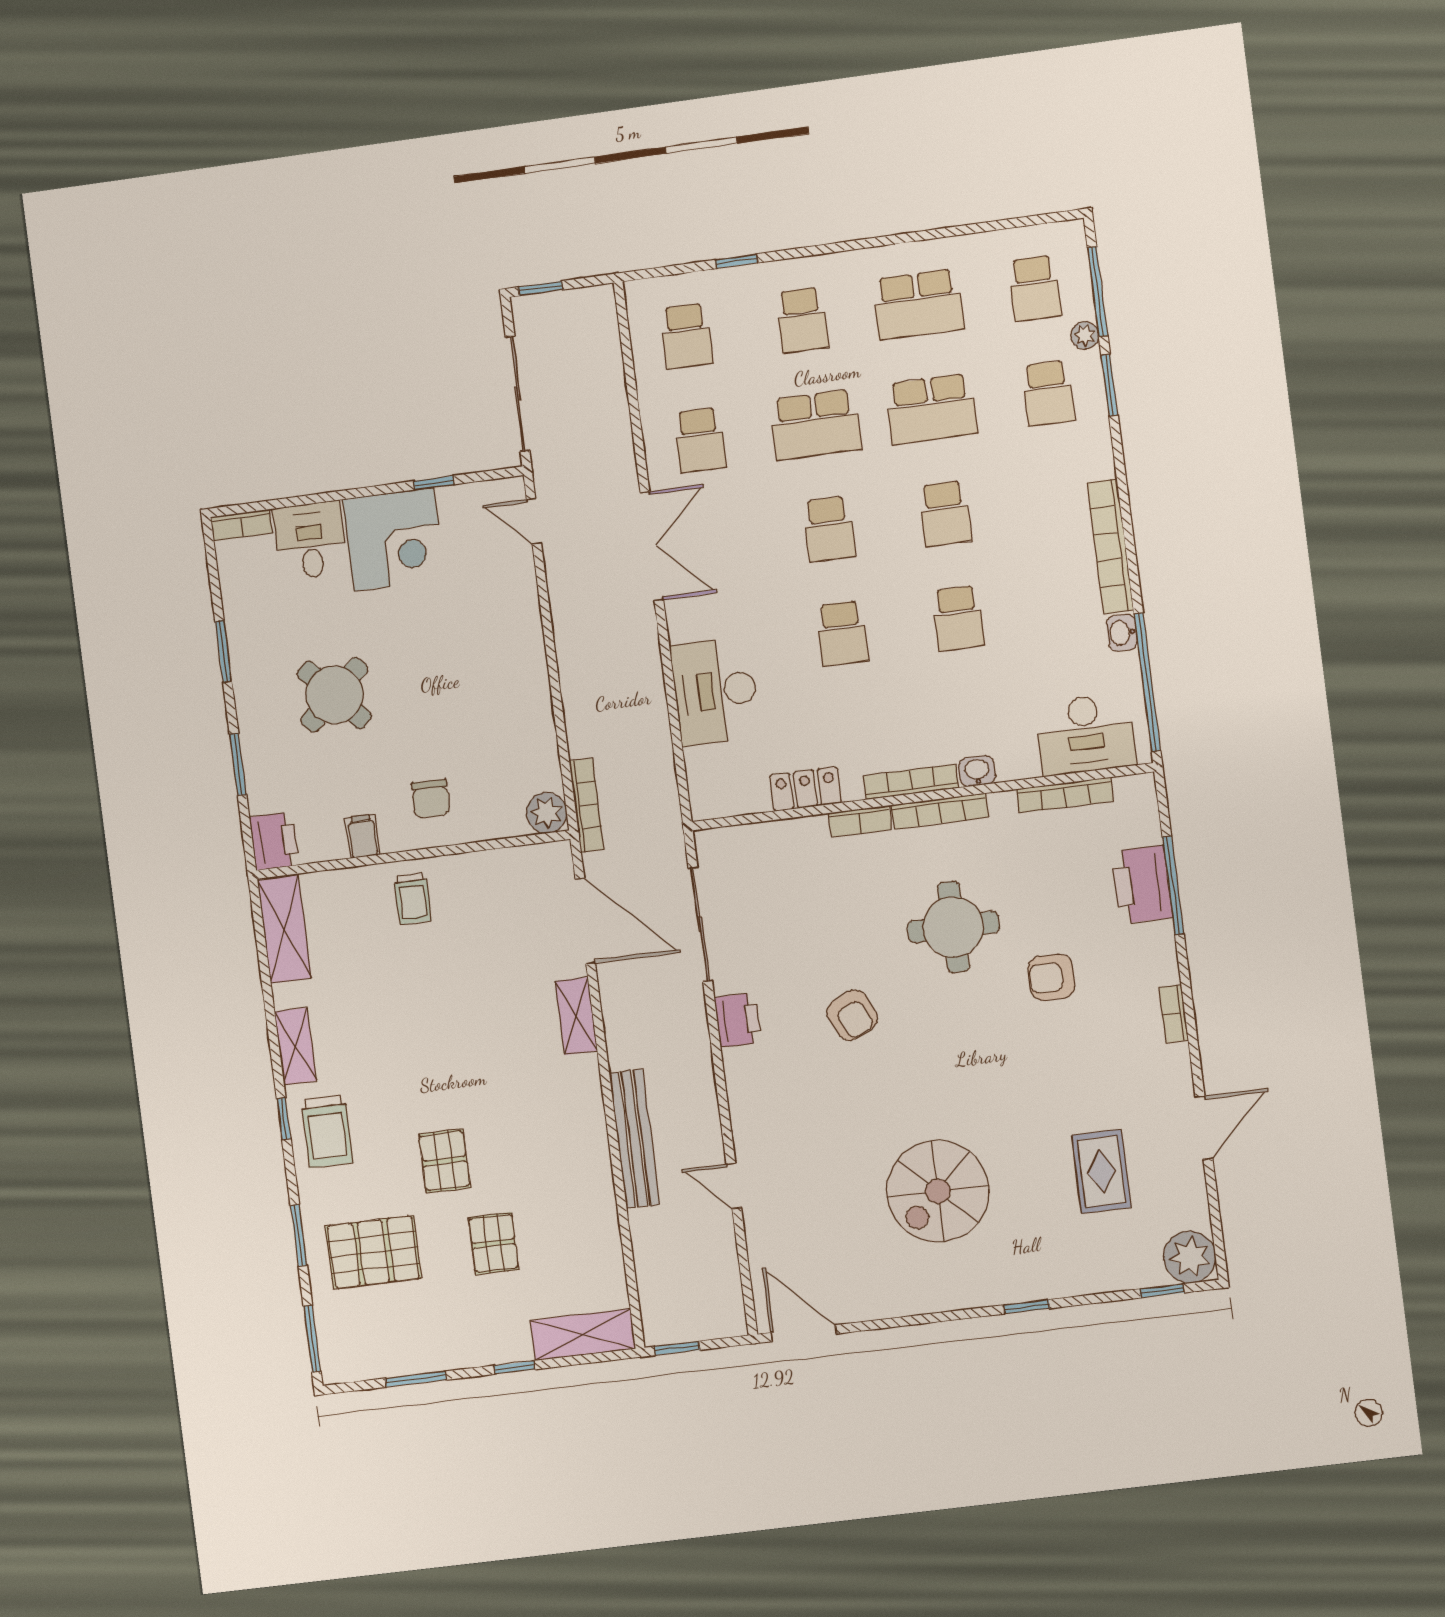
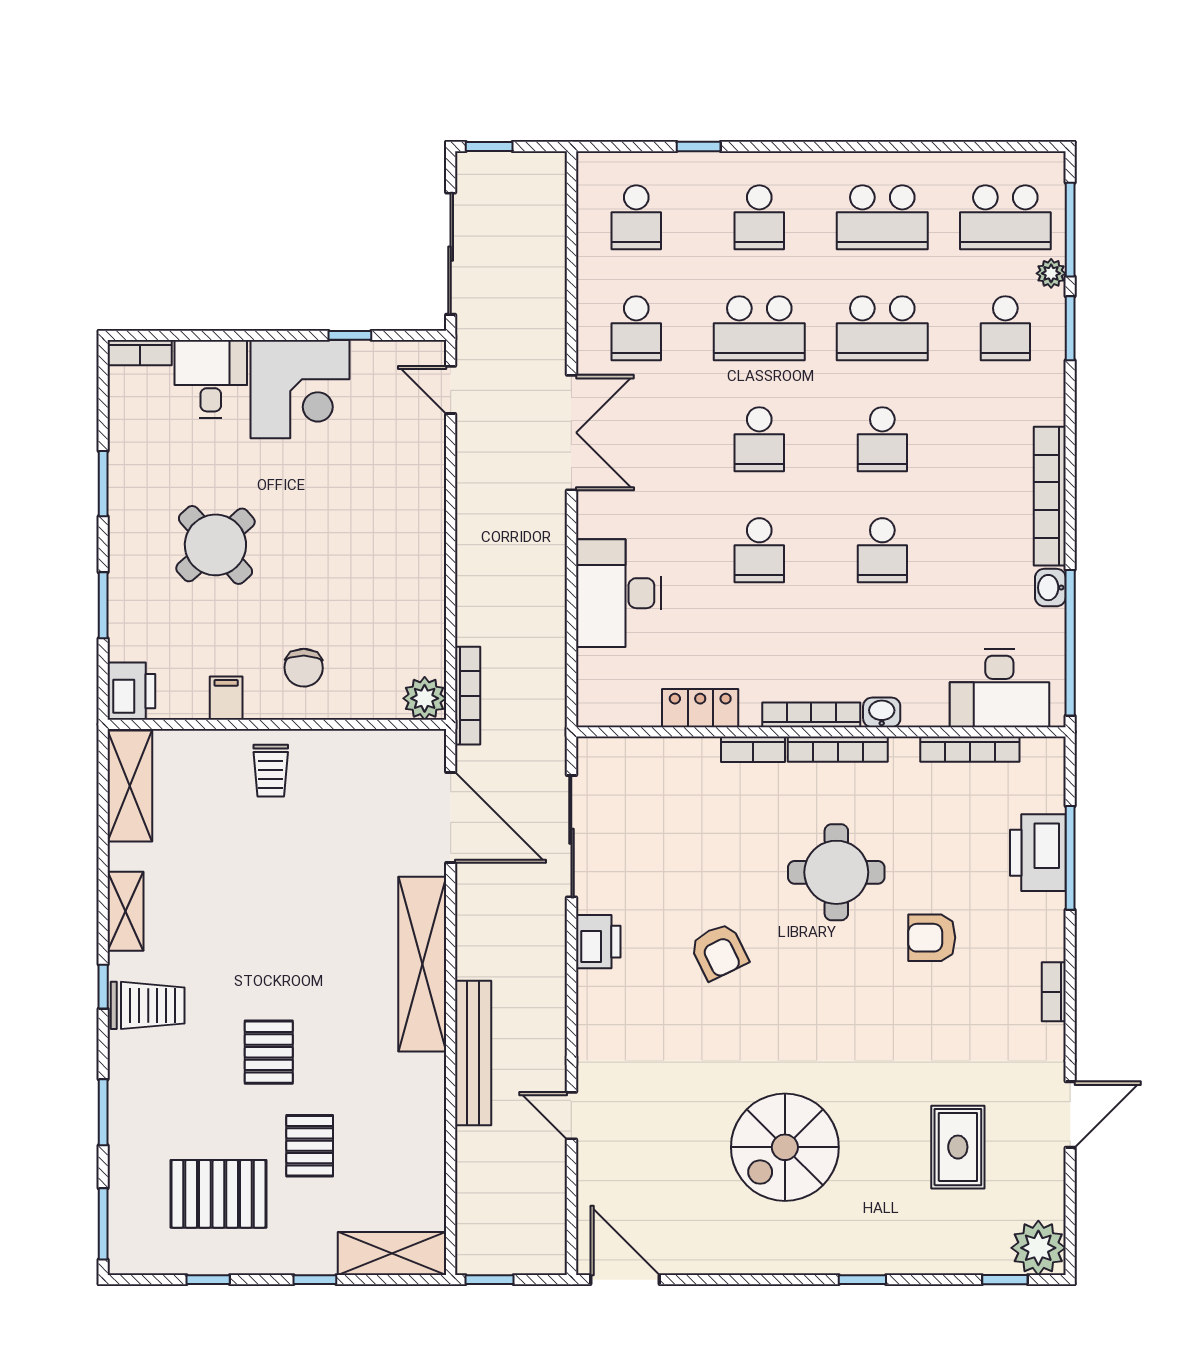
school desk: (1035, 288) -> (1005, 217), width x1.85
shelving: (576, 1016) -> (422, 964), width x2.20, depth x1.33
trolley: (327, 1131) -> (148, 1005), turned -90
pallet: (373, 1252) -> (218, 1194), moved
window: (416, 1379) -> (208, 1280), width x0.67

